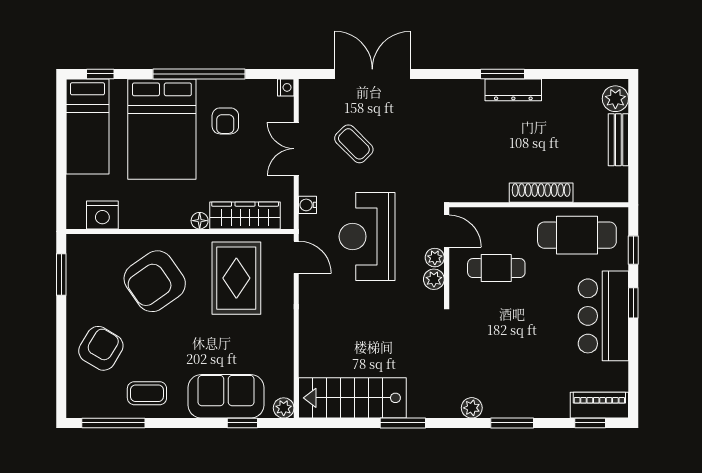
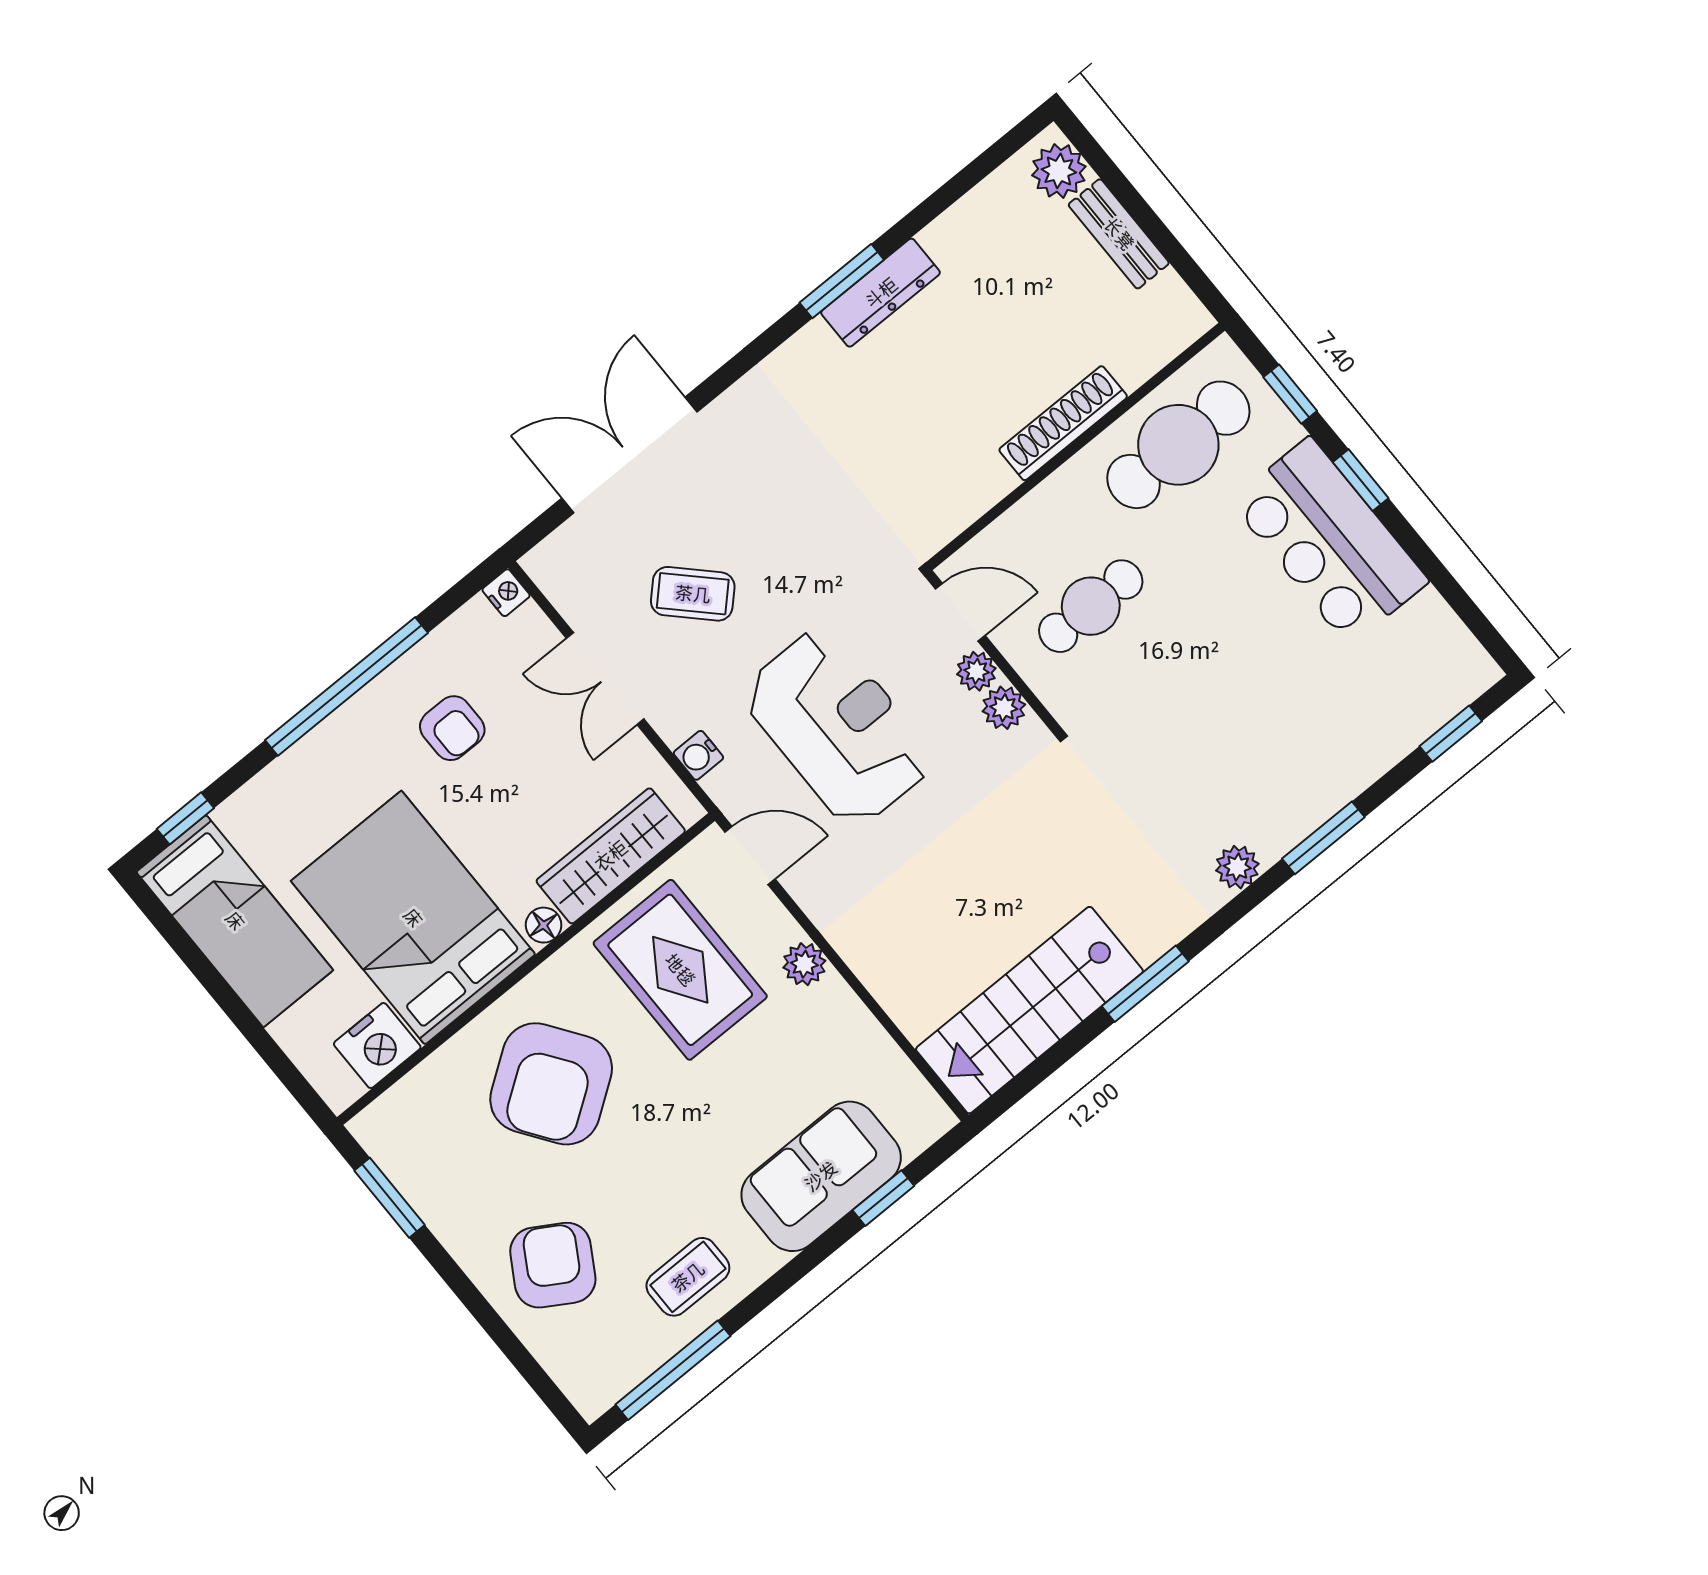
bed: (162, 129) -> (413, 918), moved, turned 180
reception desk: (367, 236) -> (838, 727), turned 180
piano: (599, 405) -> (1442, 692), removed
plant: (284, 408) -> (804, 964), moved

